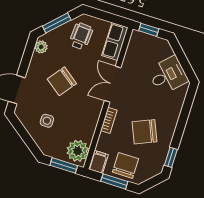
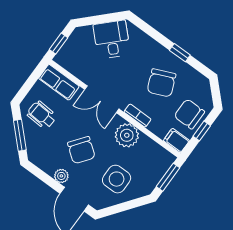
plant: (41, 47) -> (61, 176), moved
side table: (47, 121) -> (117, 179), width x1.87, depth x1.87
plant: (78, 151) -> (127, 135), moved
window: (171, 157) -> (180, 53), moved
window: (114, 181) -> (202, 131), width x0.67

